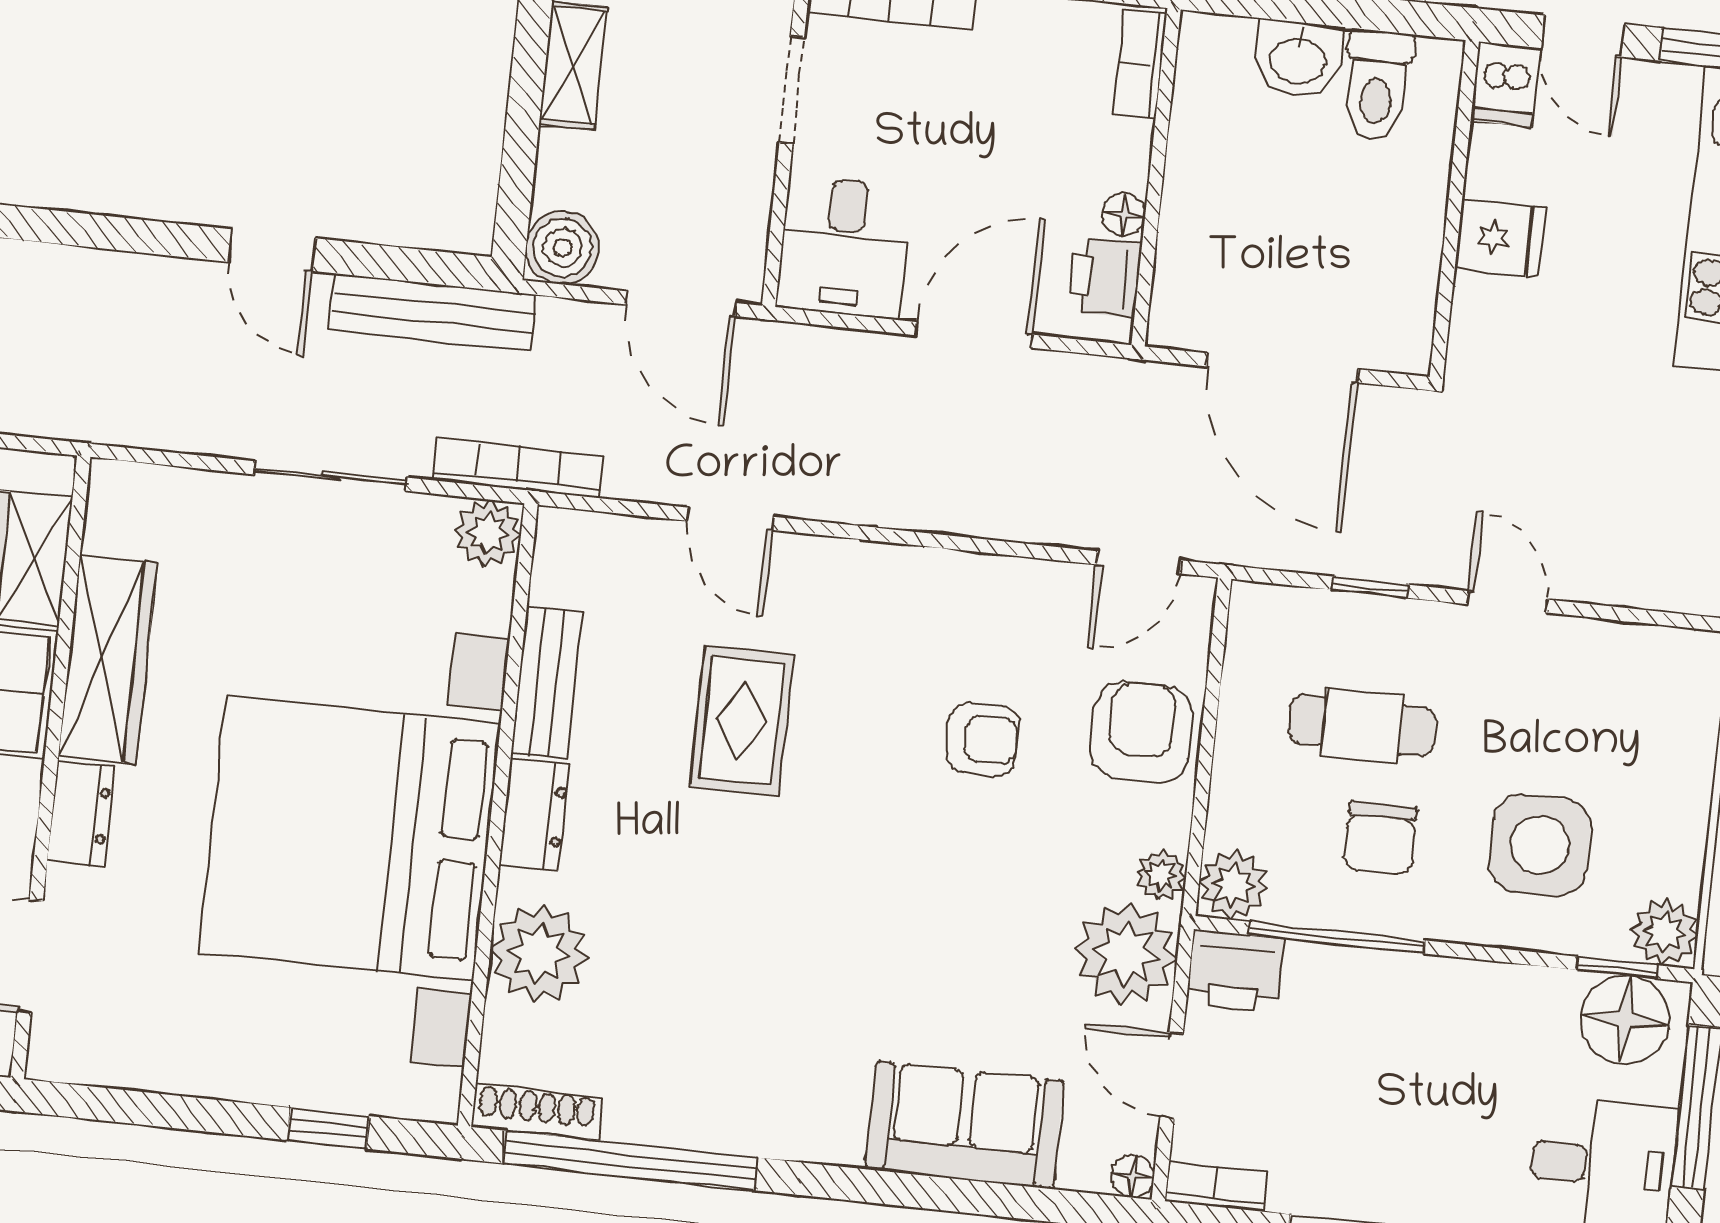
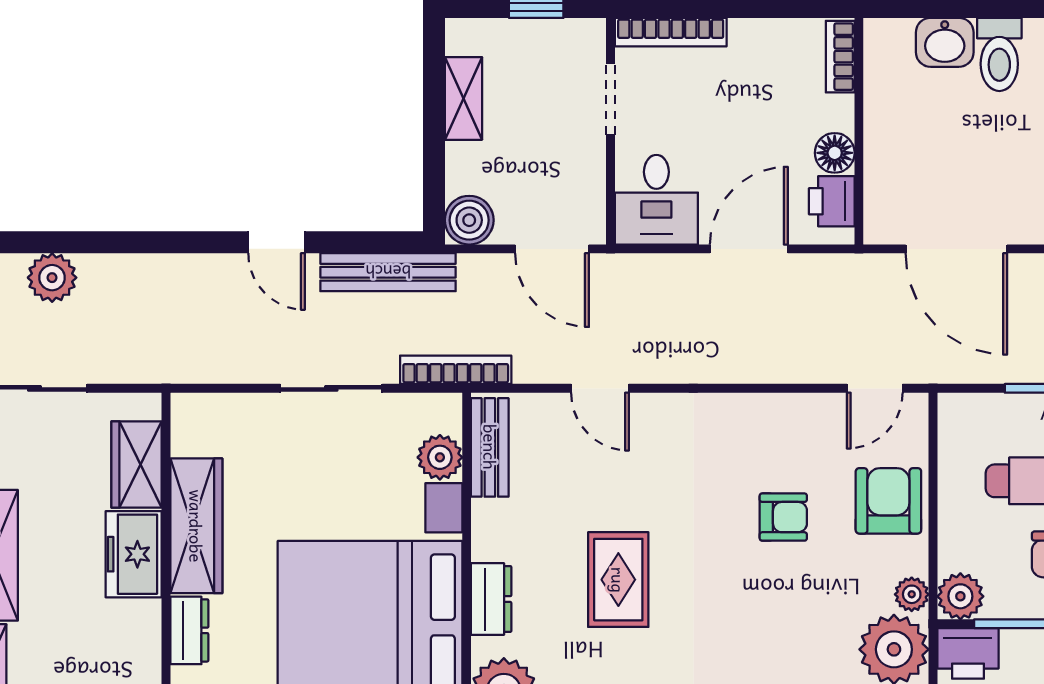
floor lamp: (1124, 215) -> (835, 153), width x1.37, depth x1.37
plant: (488, 533) -> (440, 457), moved
bench: (547, 683) -> (490, 447), moved
rug: (742, 721) -> (618, 580), moved

